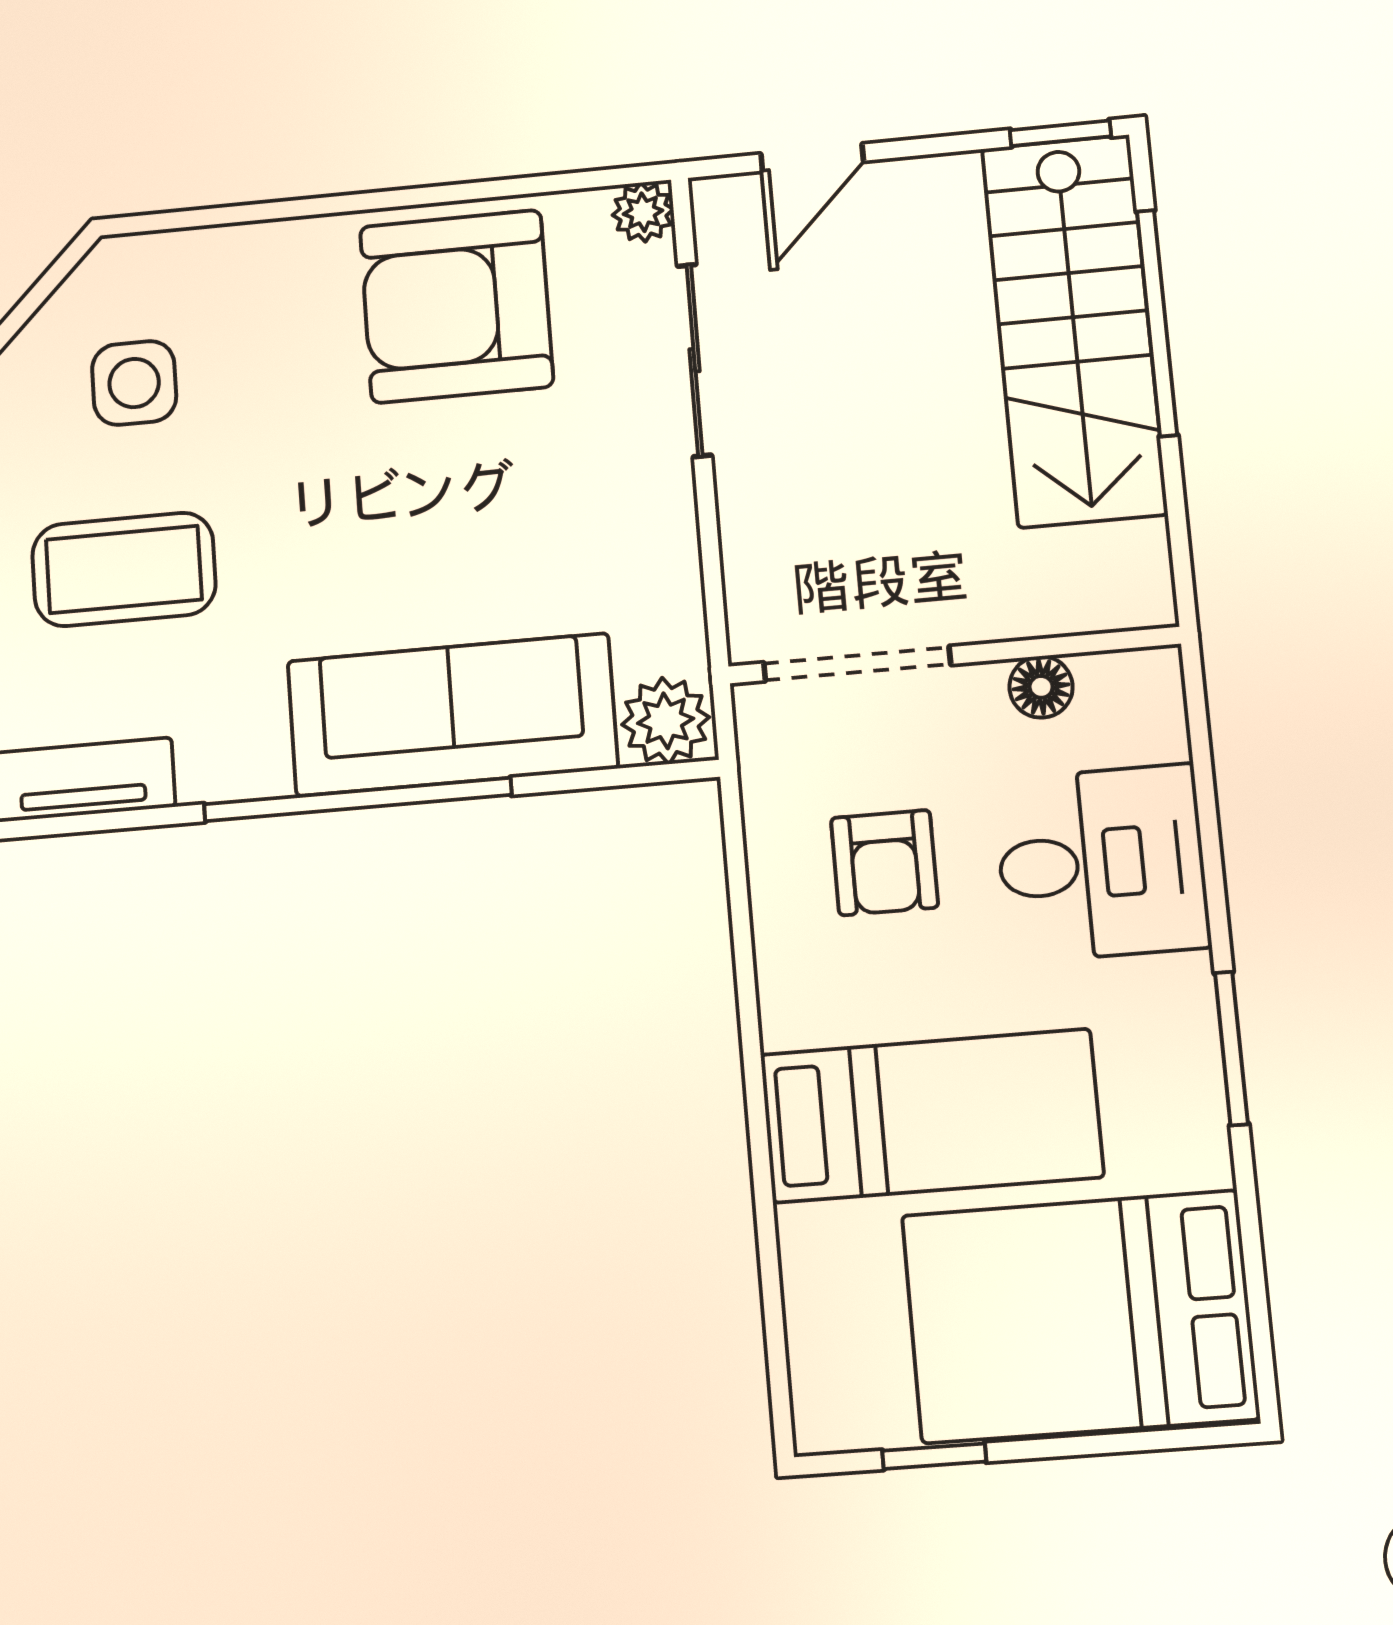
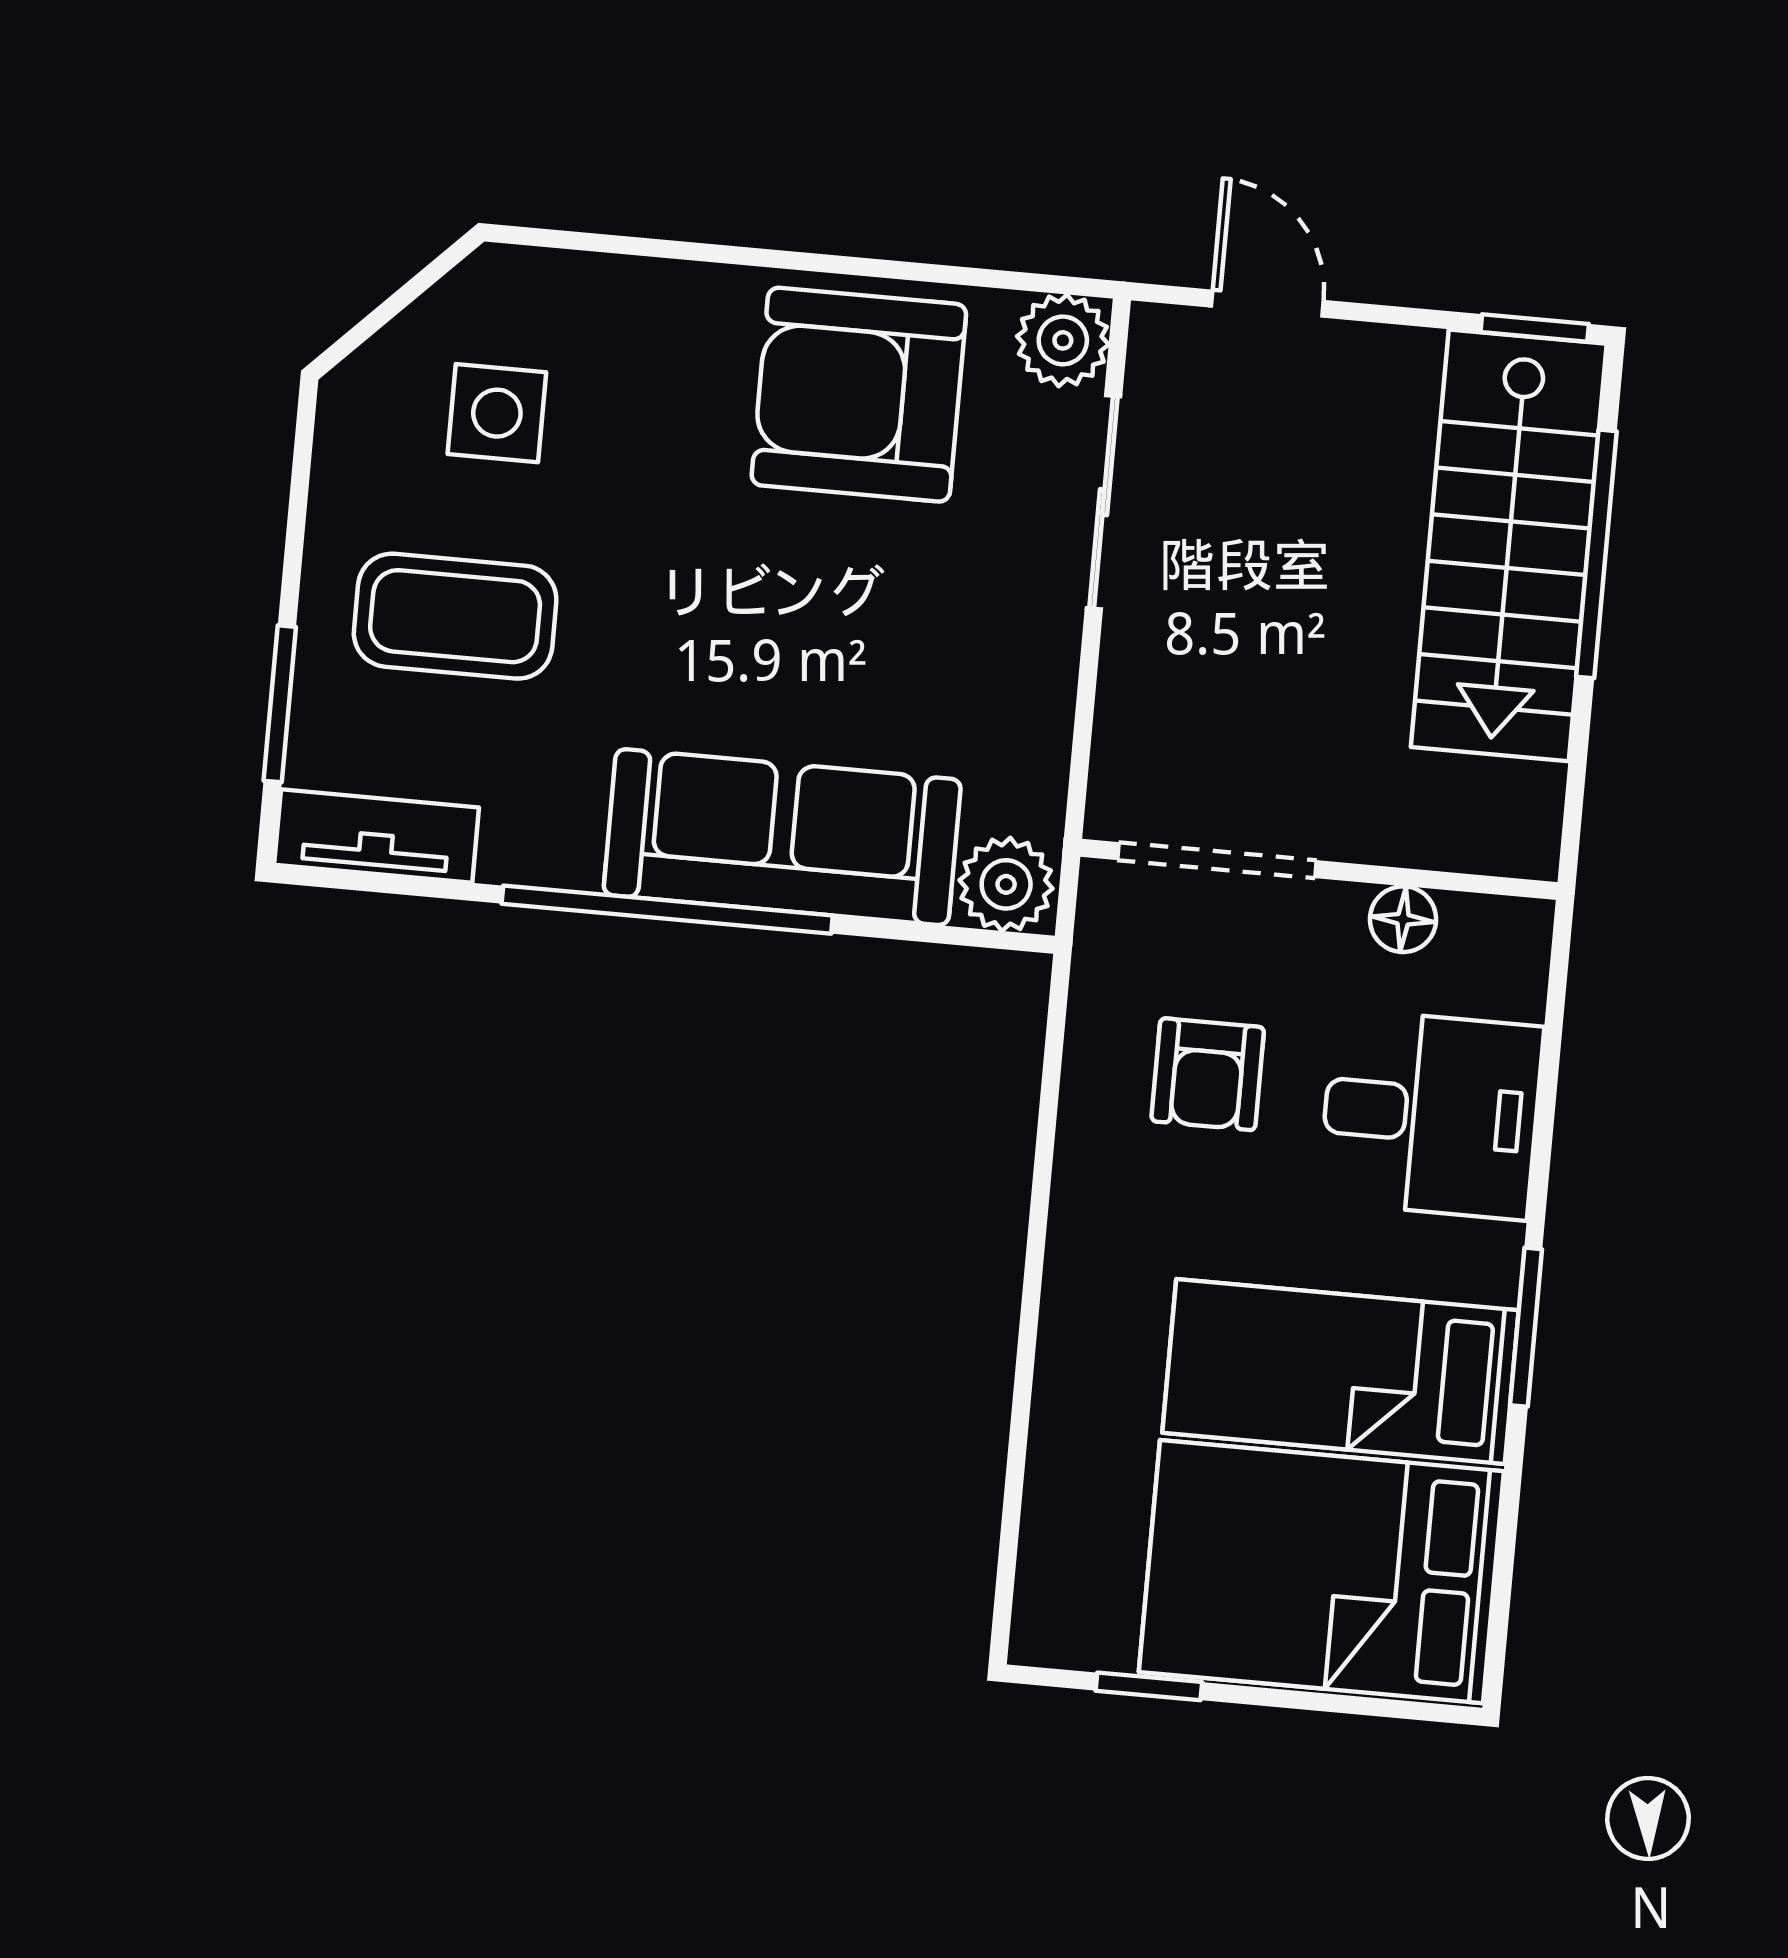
door: (812, 158) -> (1267, 304), swing flipped
plant: (643, 212) -> (1063, 340), width x1.38, depth x1.38
bed: (931, 1116) -> (1341, 1372), moved, turned 180

